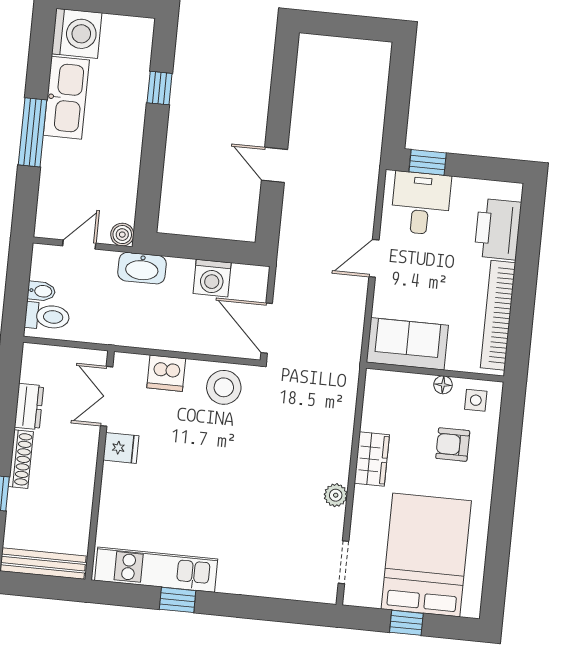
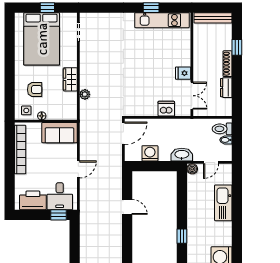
kitchen sink: (66, 98) -> (223, 203), moved
window: (33, 132) -> (237, 211), removed
printer: (498, 229) -> (33, 200), moved, turned -90
door: (267, 328) -> (123, 133), hinge flipped
stool: (224, 387) -> (140, 105), removed
plant: (336, 495) -> (85, 94), moved

